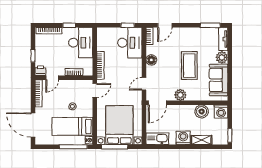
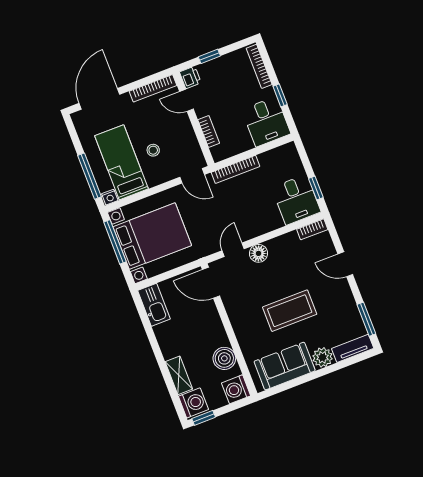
door: (165, 25) -> (345, 264), moved
desk: (81, 43) -> (266, 122), width x0.73
desk: (130, 43) -> (296, 200), width x0.73
floor lamp: (151, 60) -> (259, 253), moved
door: (144, 84) -> (233, 250), hinge flipped
plant: (180, 95) -> (238, 314), removed
washing machine: (183, 138) -> (193, 403), moved

